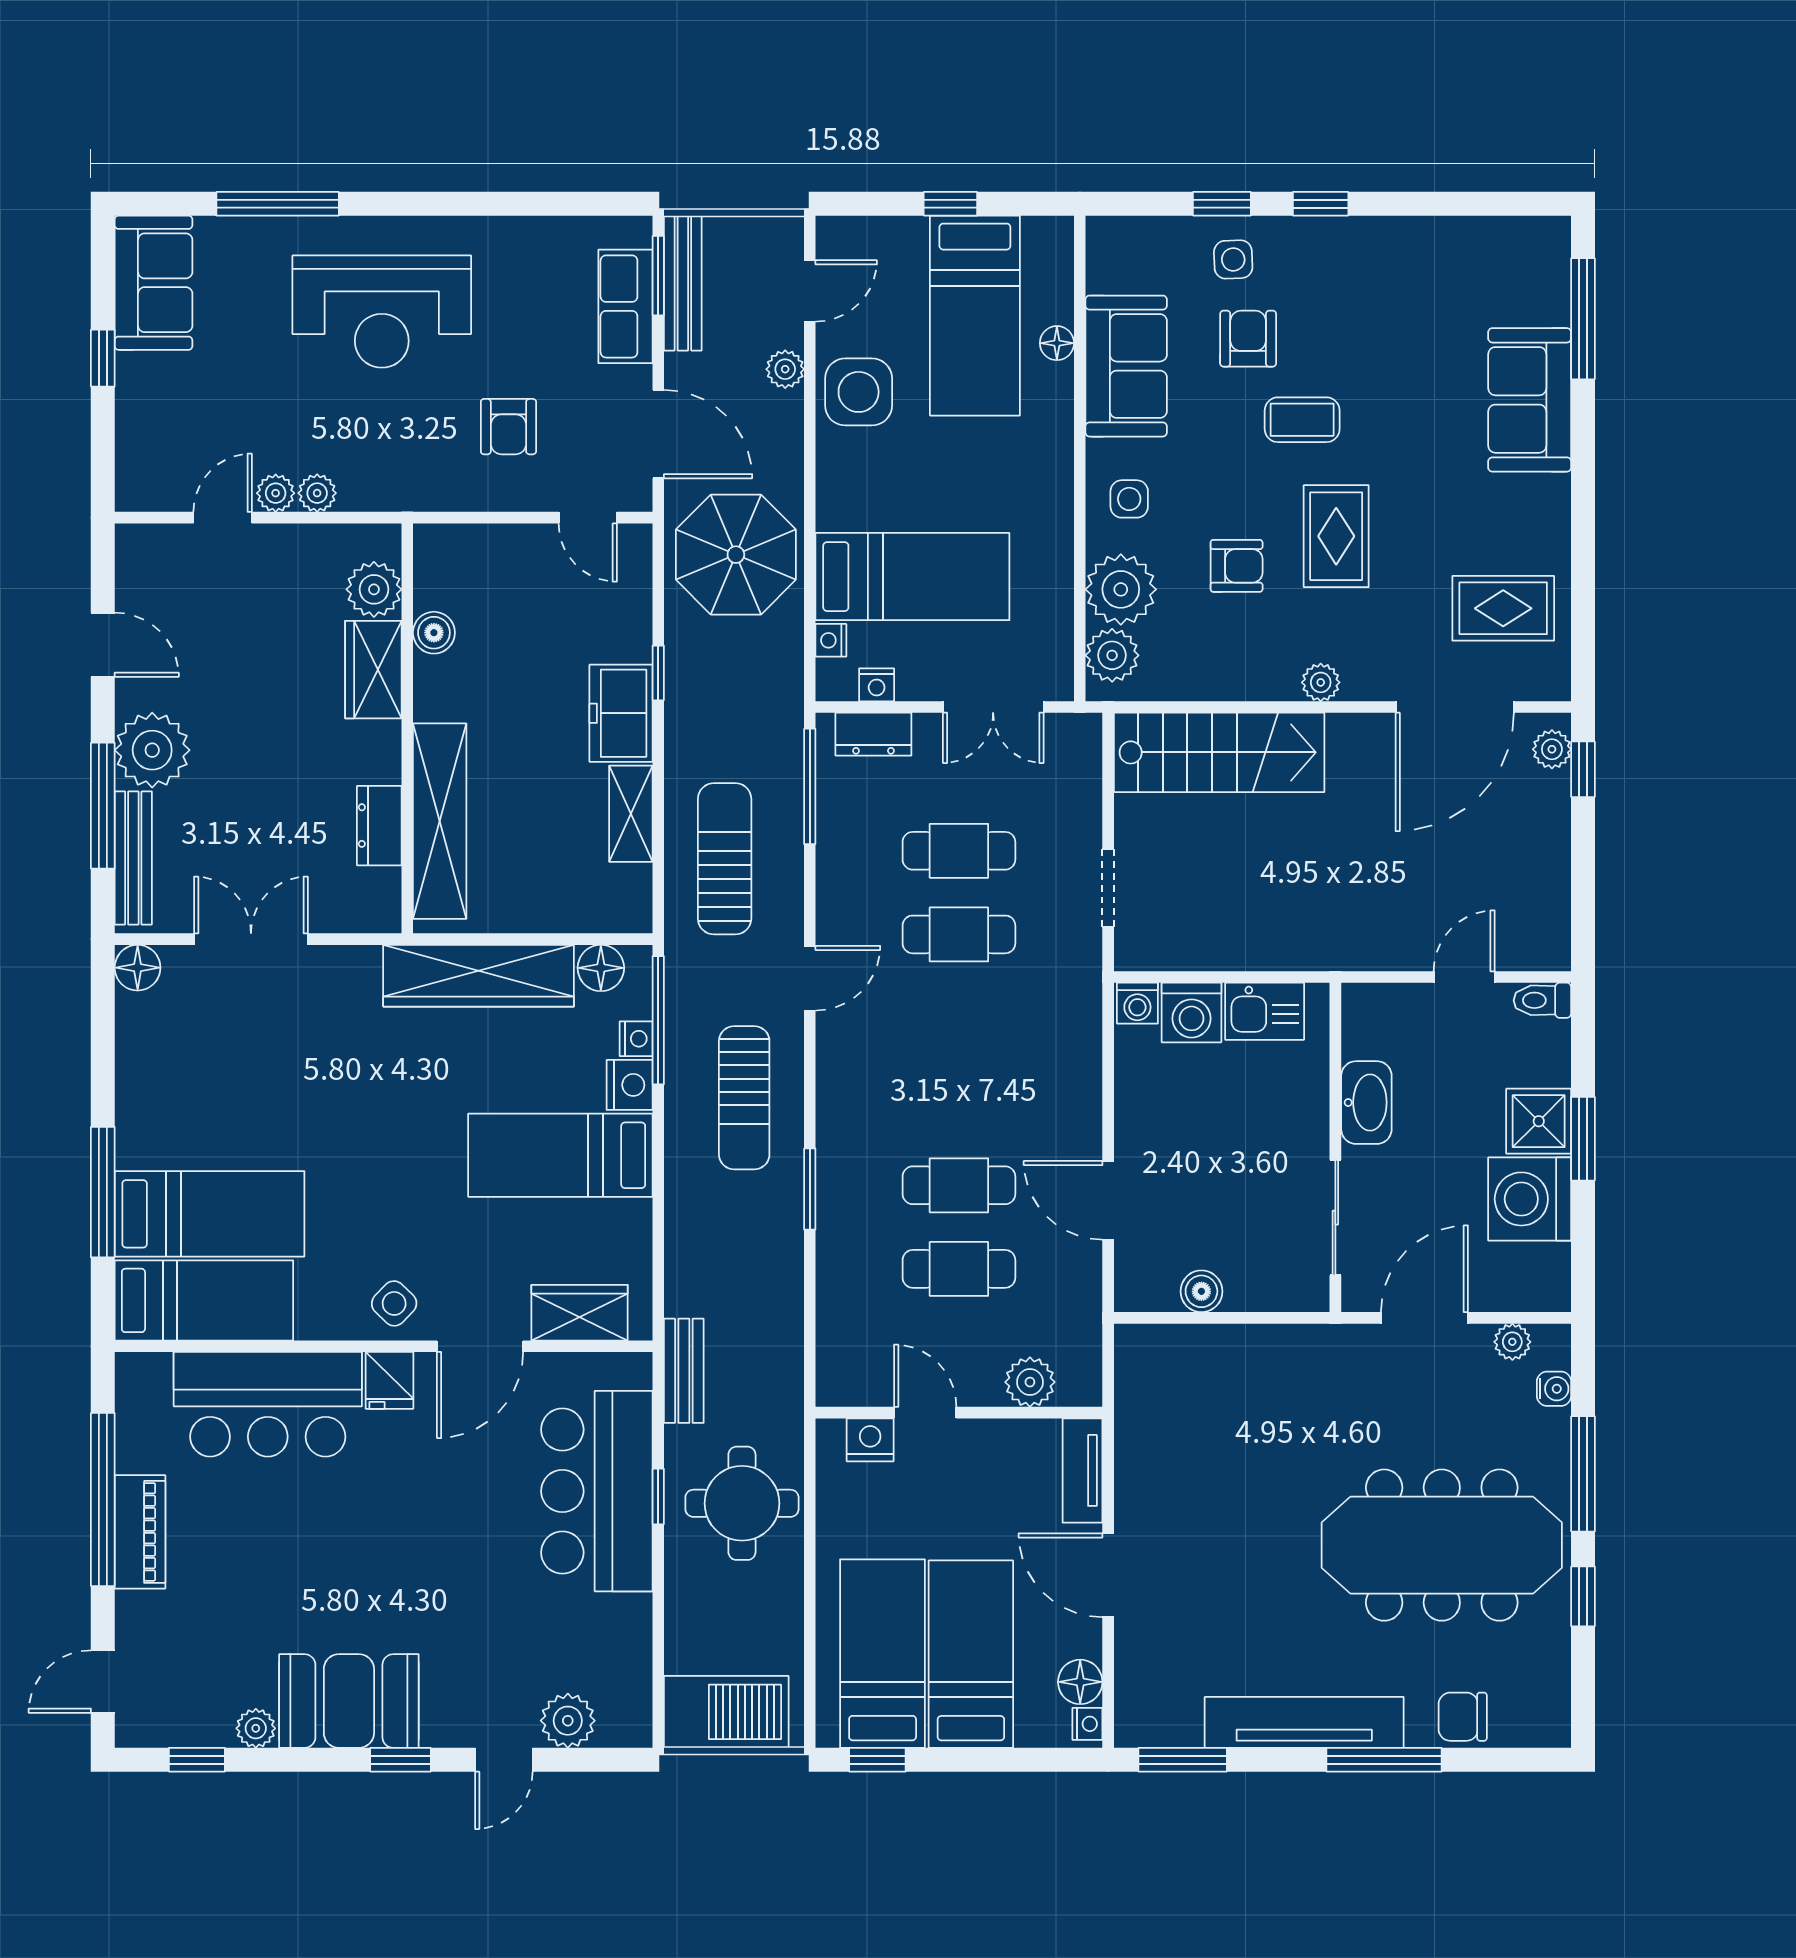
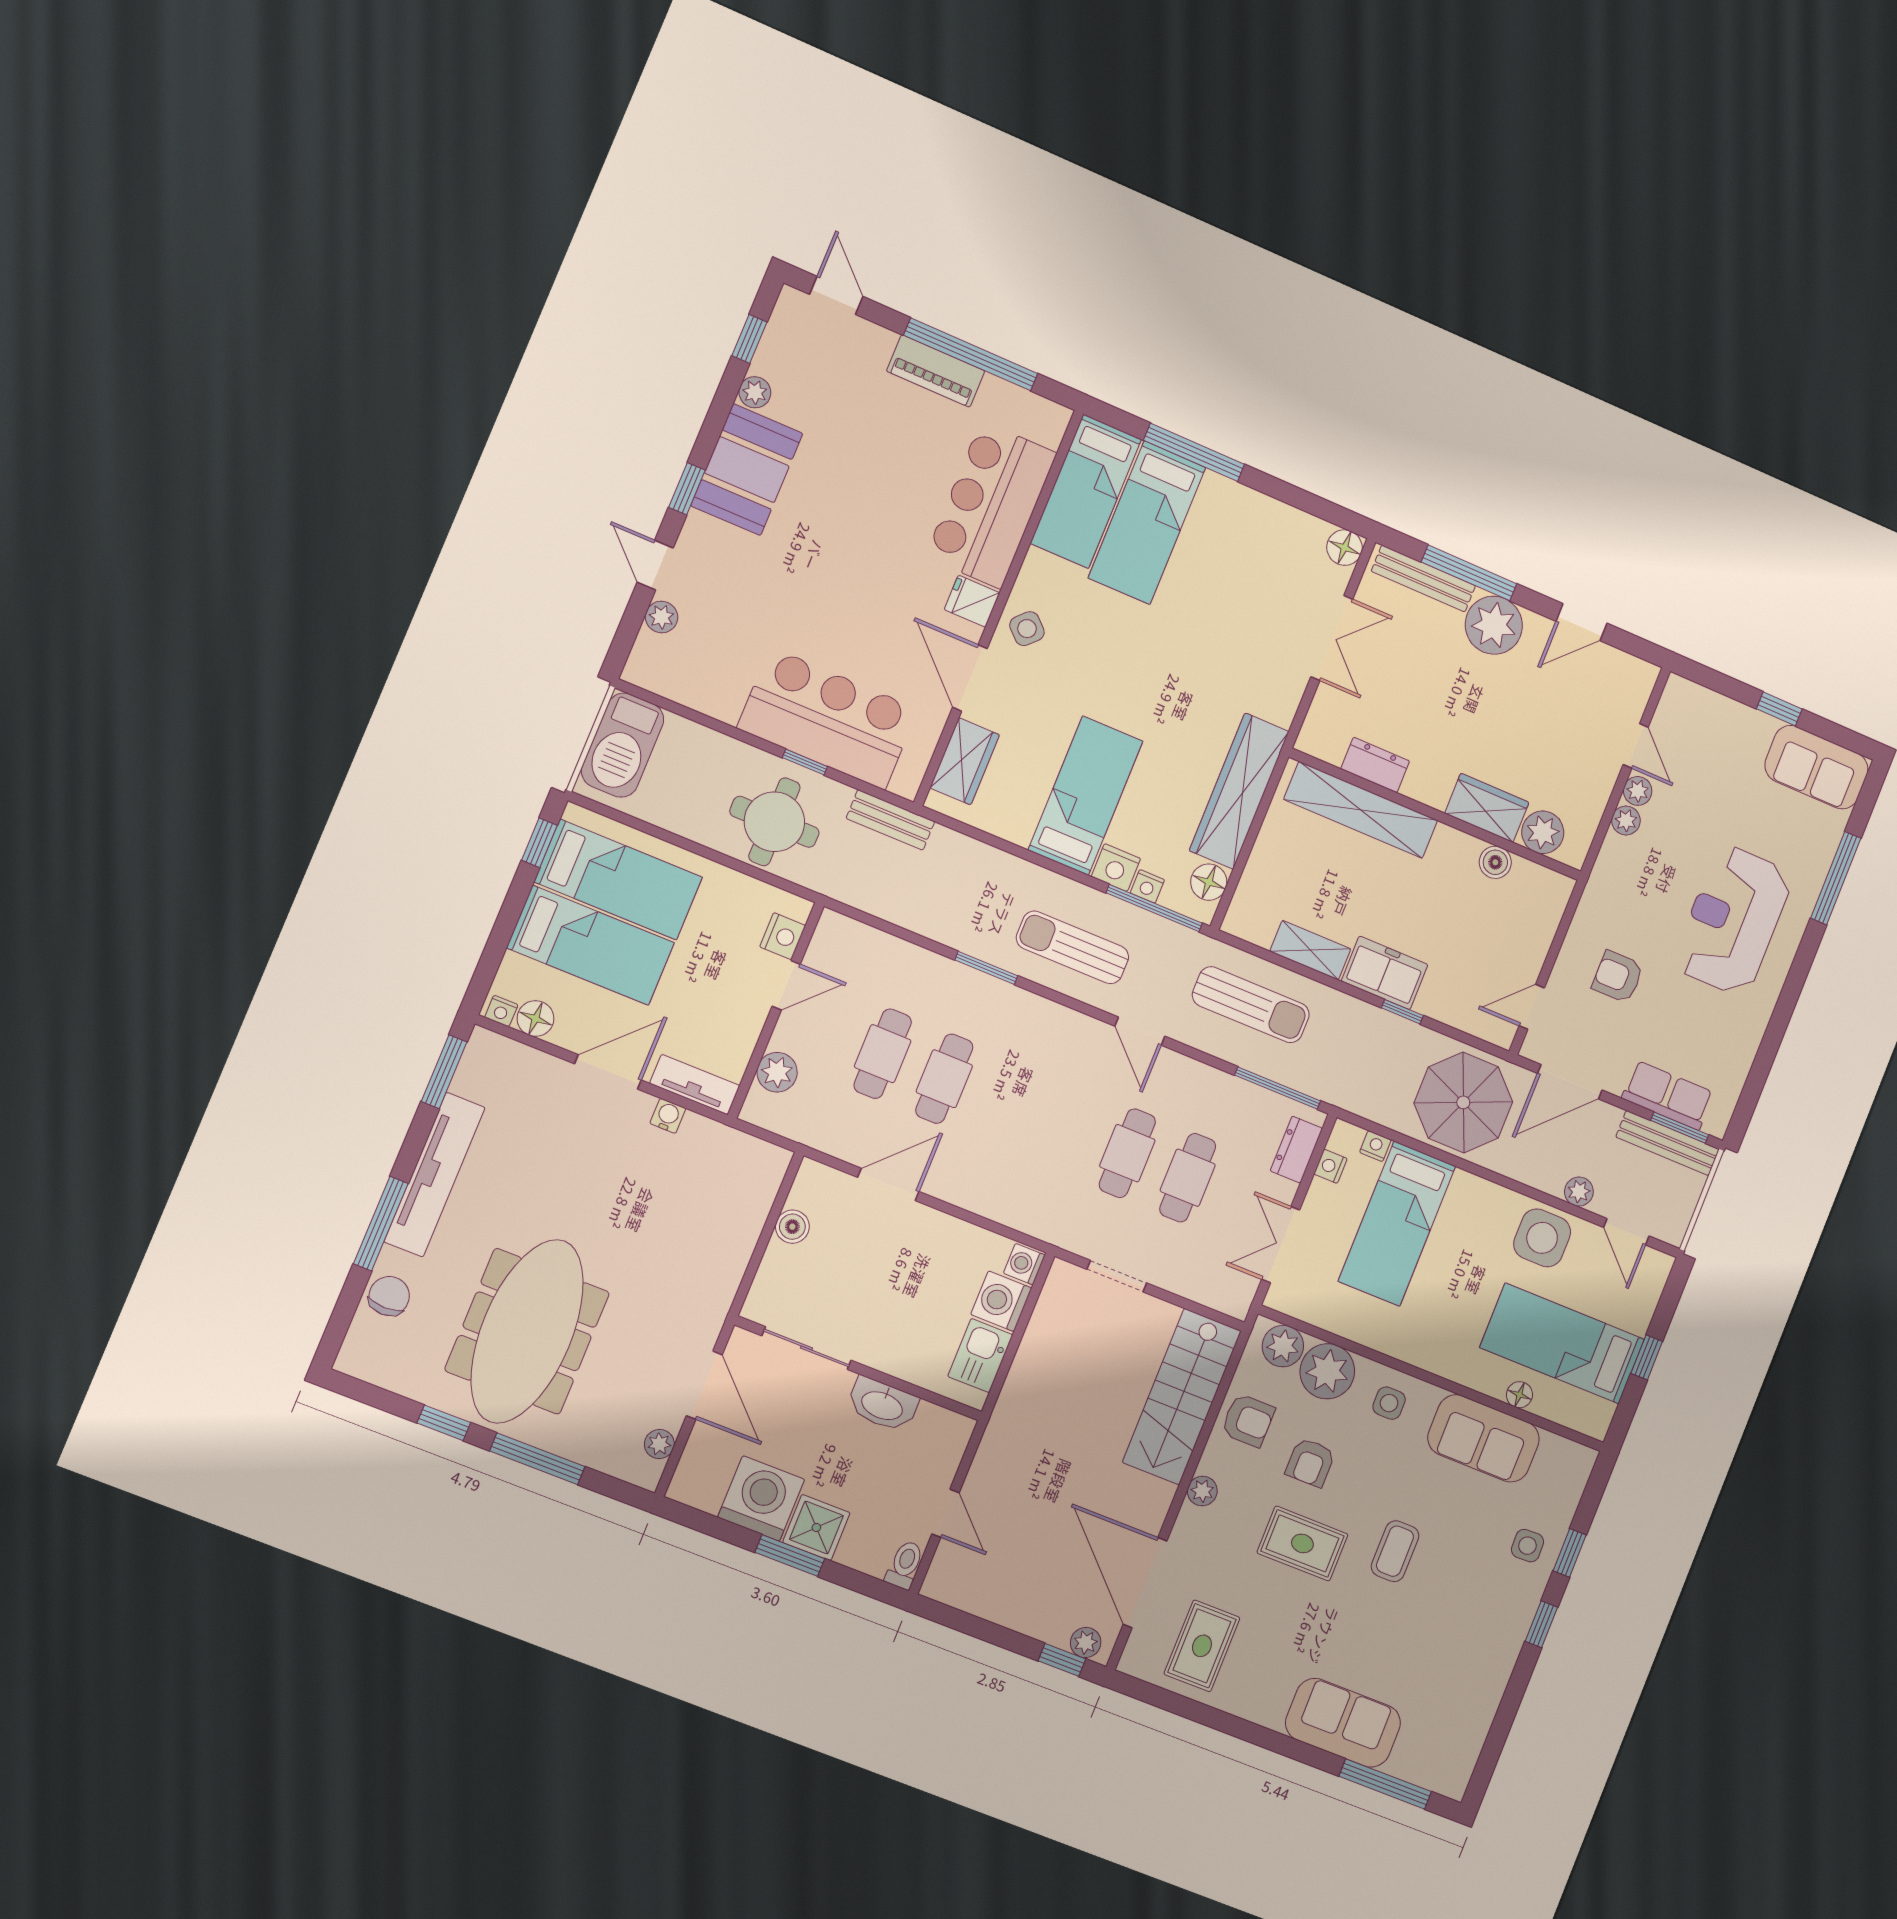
armchair: (1248, 339) -> (1248, 1420), moved
water cooler: (1554, 1389) -> (668, 1116), moved, turned 180
plant: (568, 1721) -> (662, 617), width x0.73, depth x0.73

